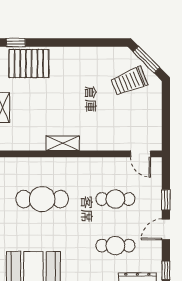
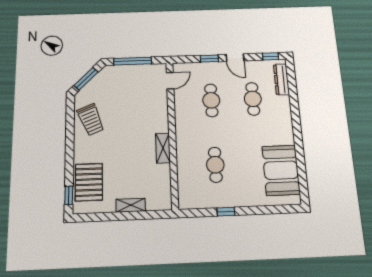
trolley: (129, 81) -> (91, 120), moved
window: (166, 112) -> (133, 61), added
cafe table: (42, 199) -> (215, 165), width x0.73, depth x0.74

